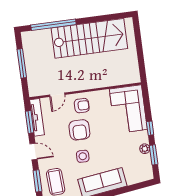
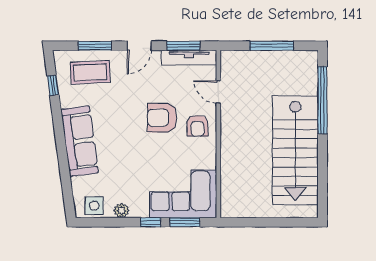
window: (154, 155) -> (185, 222), moved
side table: (83, 156) -> (94, 206), moved

